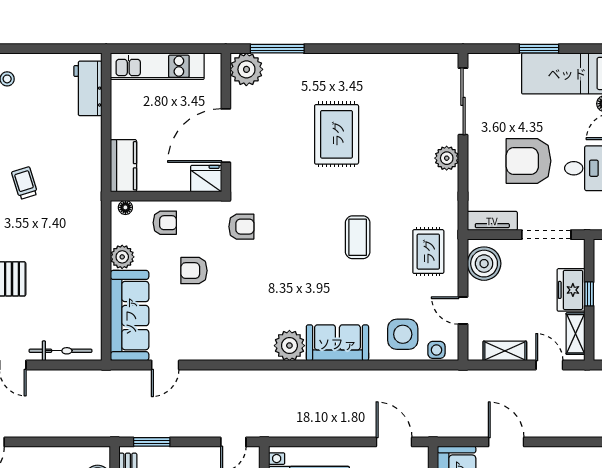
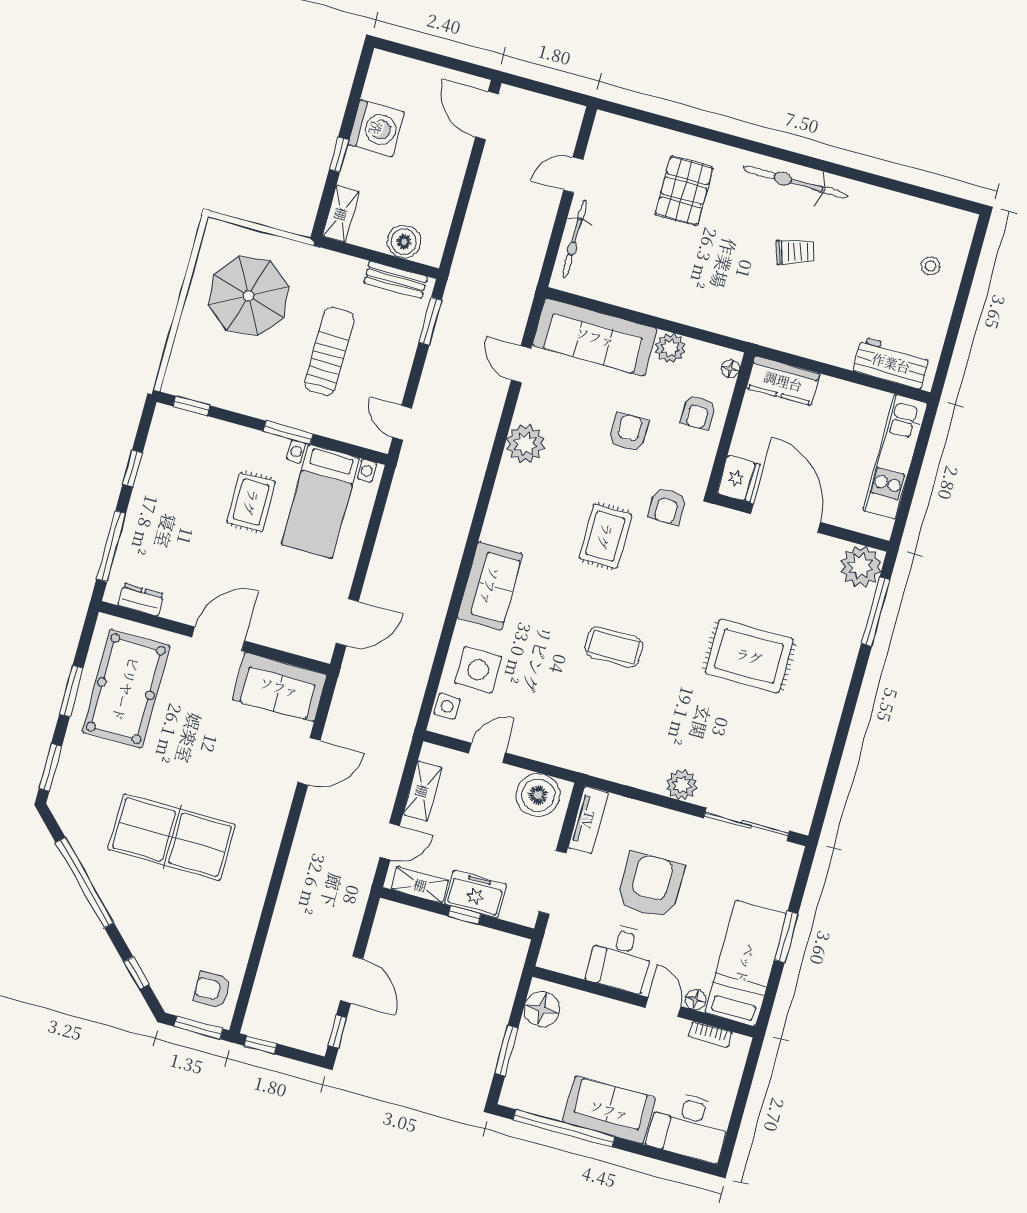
rug: (428, 252) -> (605, 536), moved, turned 90
plant: (289, 346) -> (525, 444), moved

